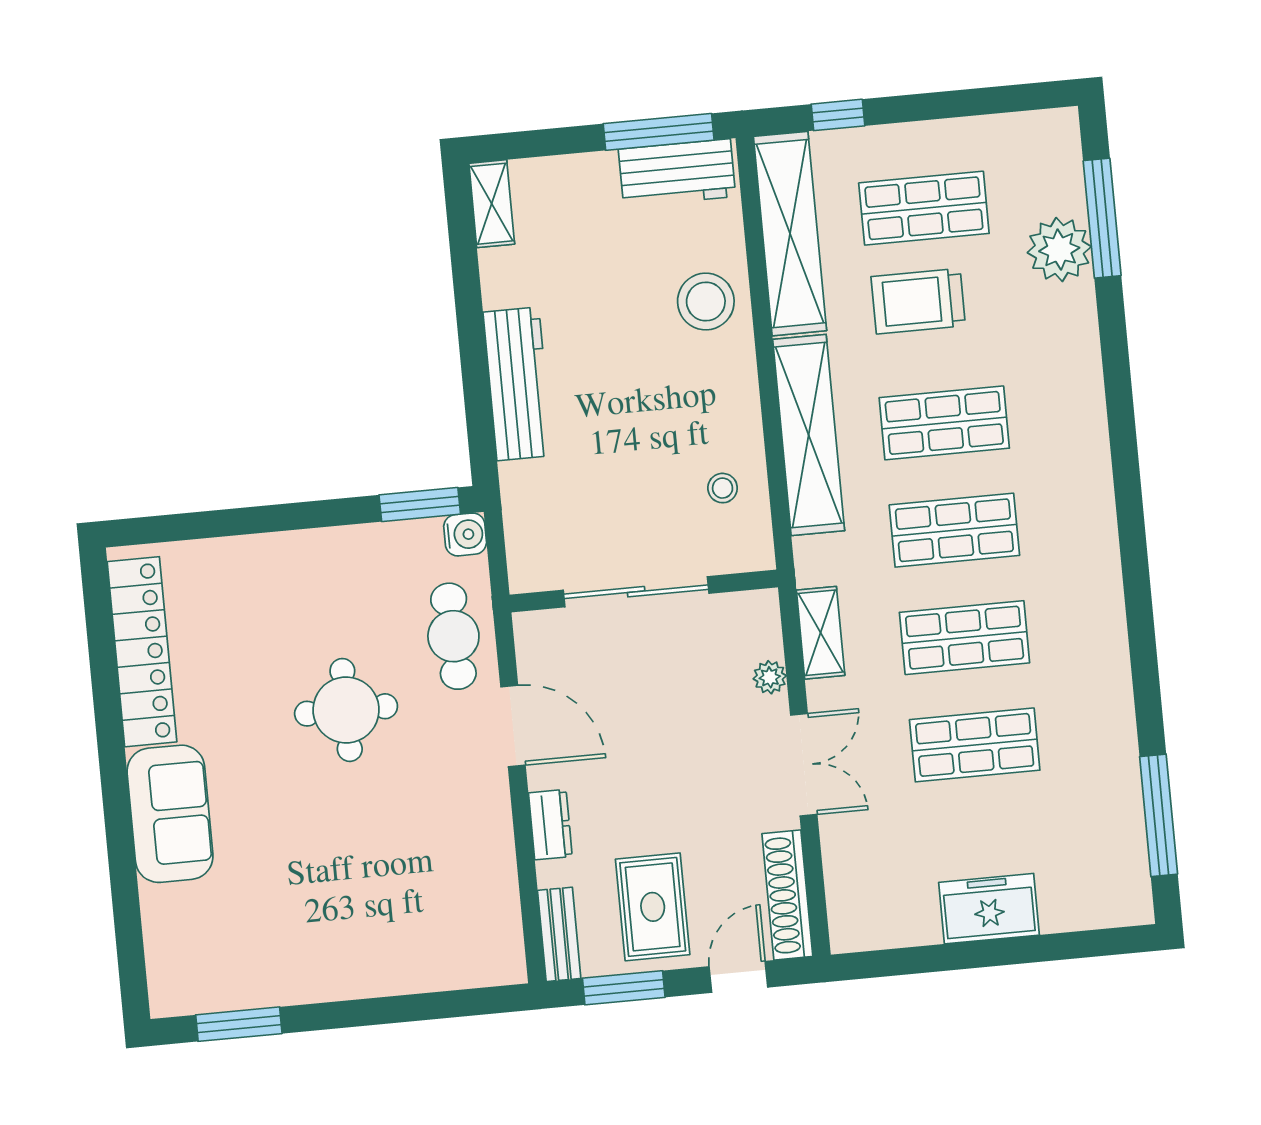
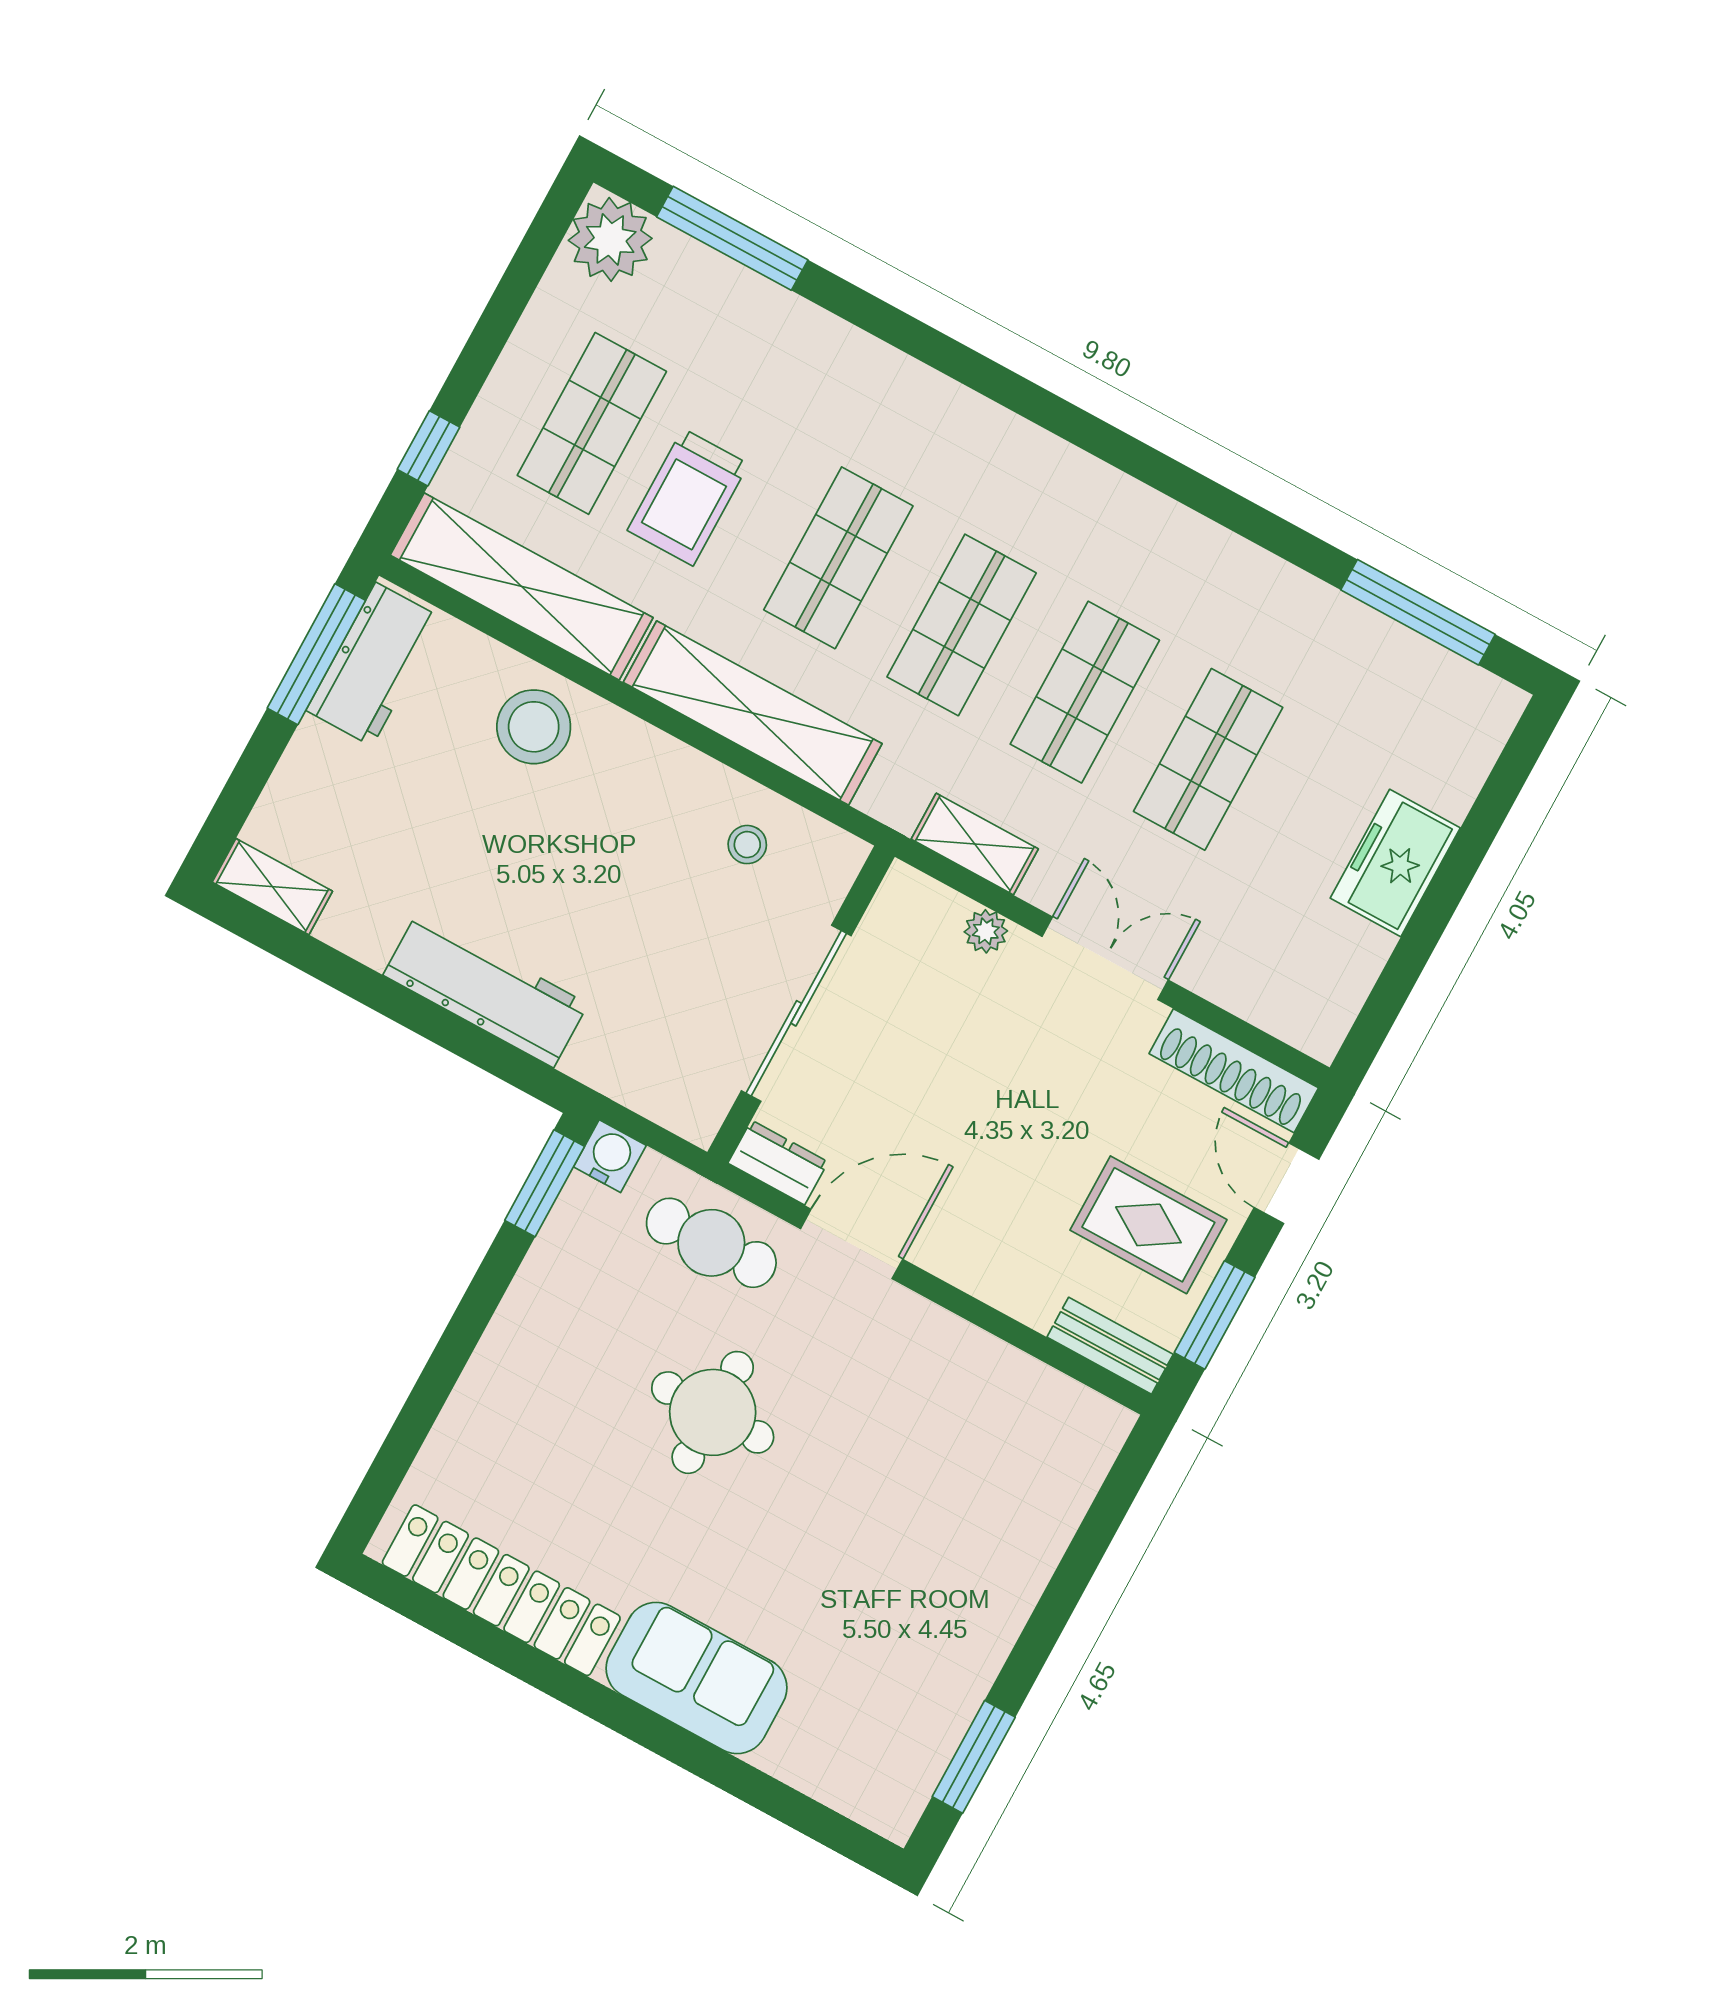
plant: (1059, 250) -> (610, 239), moved
dresser: (550, 825) -> (778, 1163), moved

